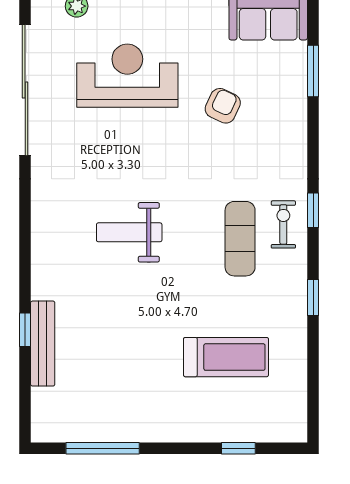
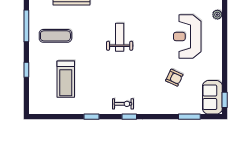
reception desk: (127, 76) -> (187, 36), turned 180
exercise mat: (240, 239) -> (55, 36), moved
window: (238, 448) -> (26, 70), moved

